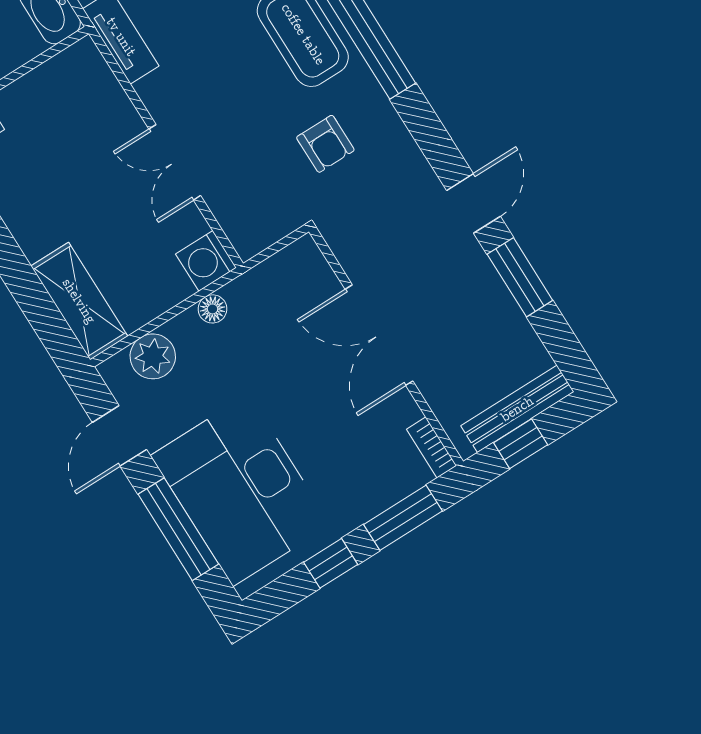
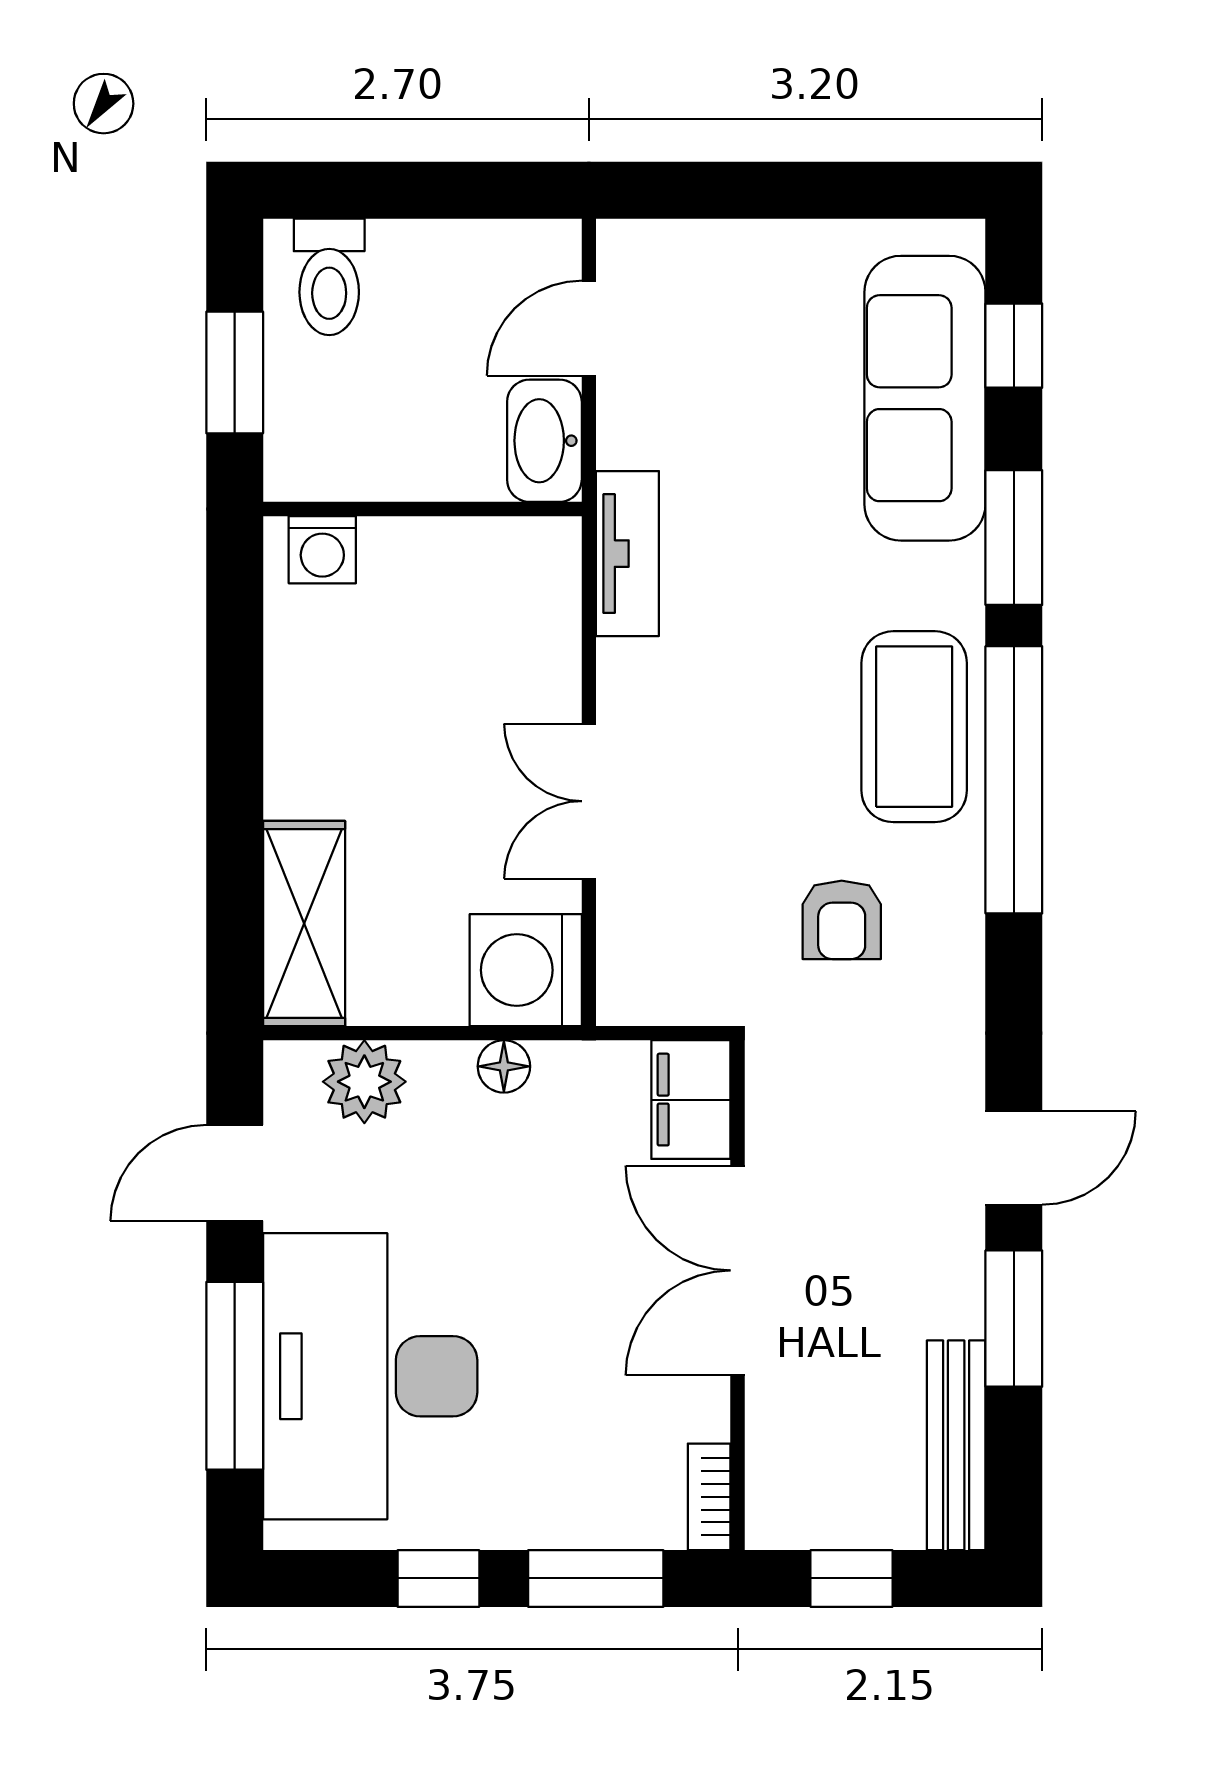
washing machine: (206, 261) -> (526, 970), width x1.37, depth x1.37
filing cabinet: (308, 270) -> (691, 1100), added
bench: (517, 409) -> (956, 1445), moved, turned 90

